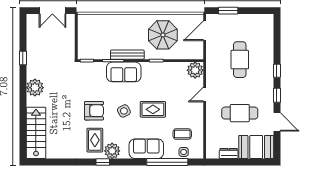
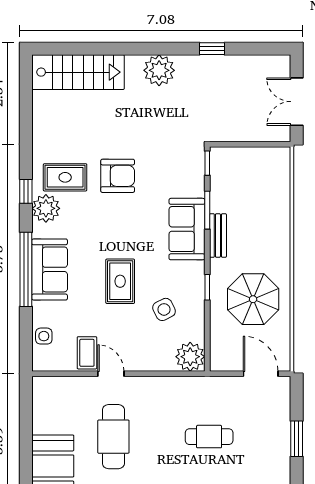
window: (228, 11) -> (297, 439), moved
bench: (127, 55) -> (218, 236), width x0.73
cafe table: (240, 60) -> (209, 437), width x0.73, depth x0.74
door: (205, 94) -> (111, 374), moved
armchair: (94, 111) -> (118, 176), turned -90
side table: (124, 111) -> (164, 309), moved
coffee table: (182, 134) -> (87, 353), moved
dresser: (229, 153) -> (41, 417), removed
window: (167, 162) -> (26, 269), moved

